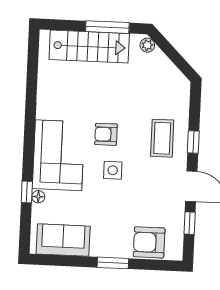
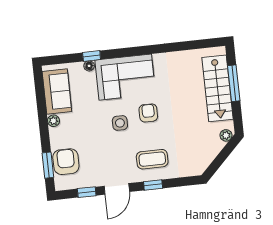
window: (107, 27) -> (234, 83), moved
plant: (98, 250) -> (54, 121), added
window: (113, 263) -> (48, 165), moved

